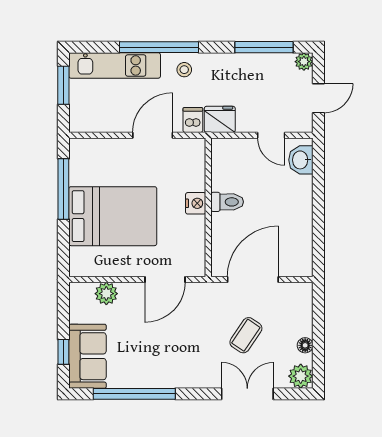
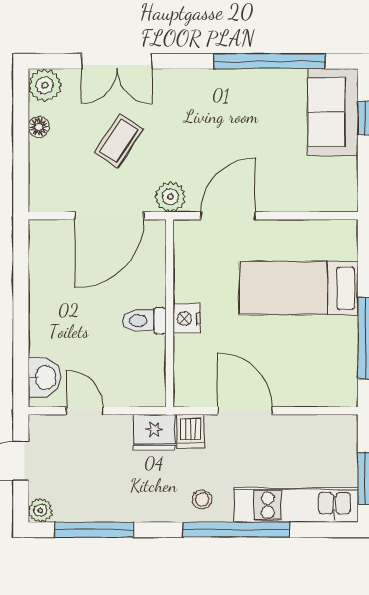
door: (153, 135) -> (245, 411), swing flipped
bed: (113, 216) -> (299, 288), width x0.67
plant: (106, 294) -> (170, 197), moved

